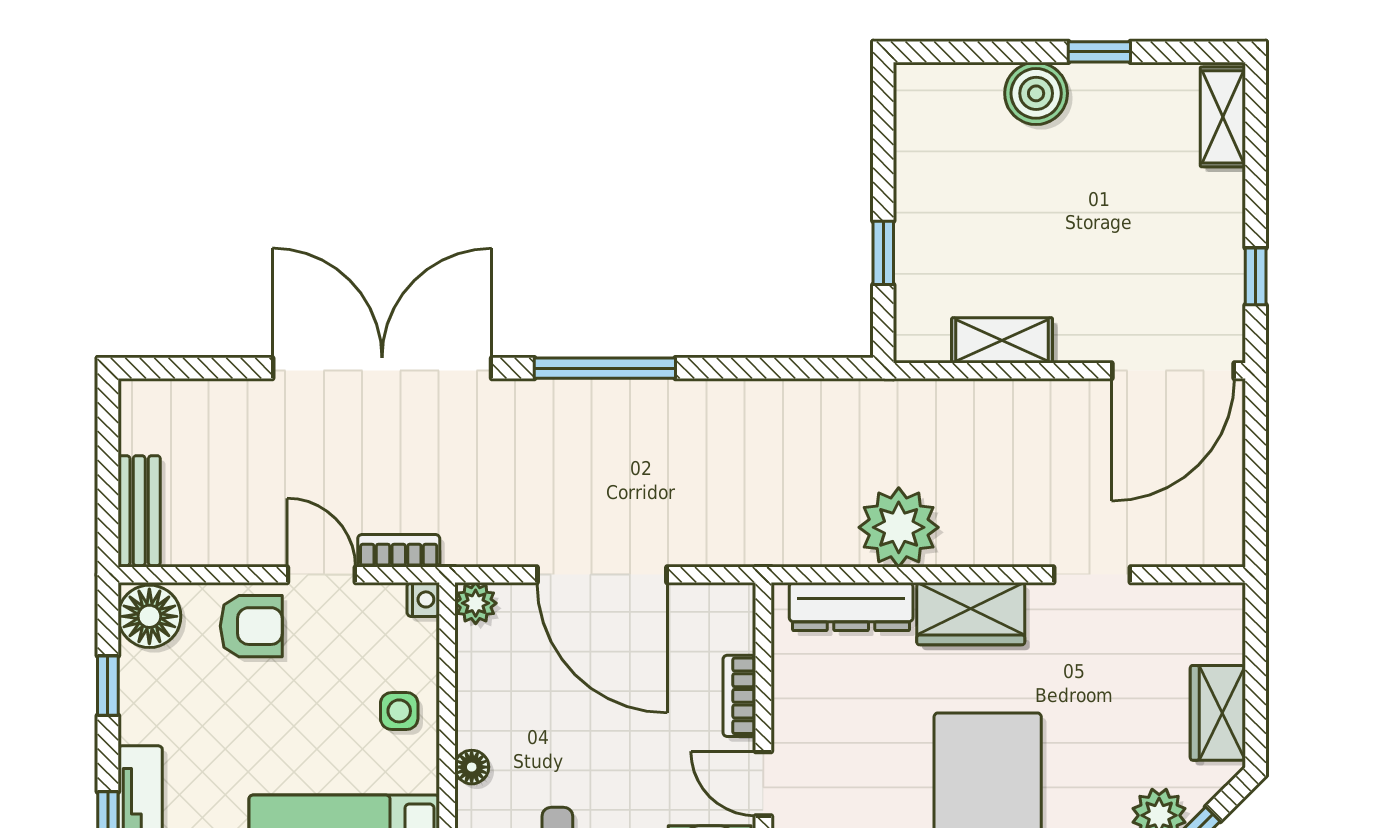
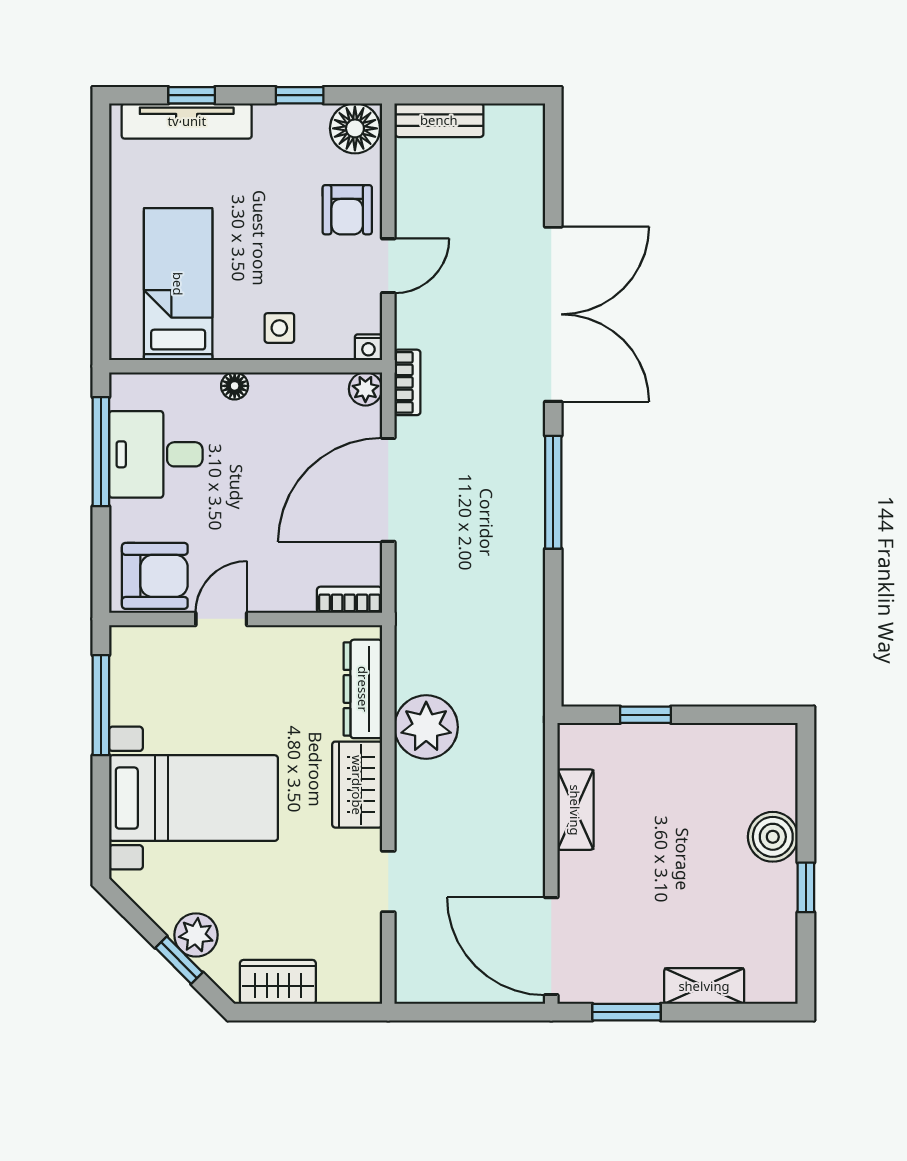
shelving: (1223, 117) -> (704, 986), moved
window: (1256, 276) -> (627, 1012), width x1.50
bookcase: (399, 551) -> (407, 382), moved
bookcase: (739, 696) -> (350, 600), moved

